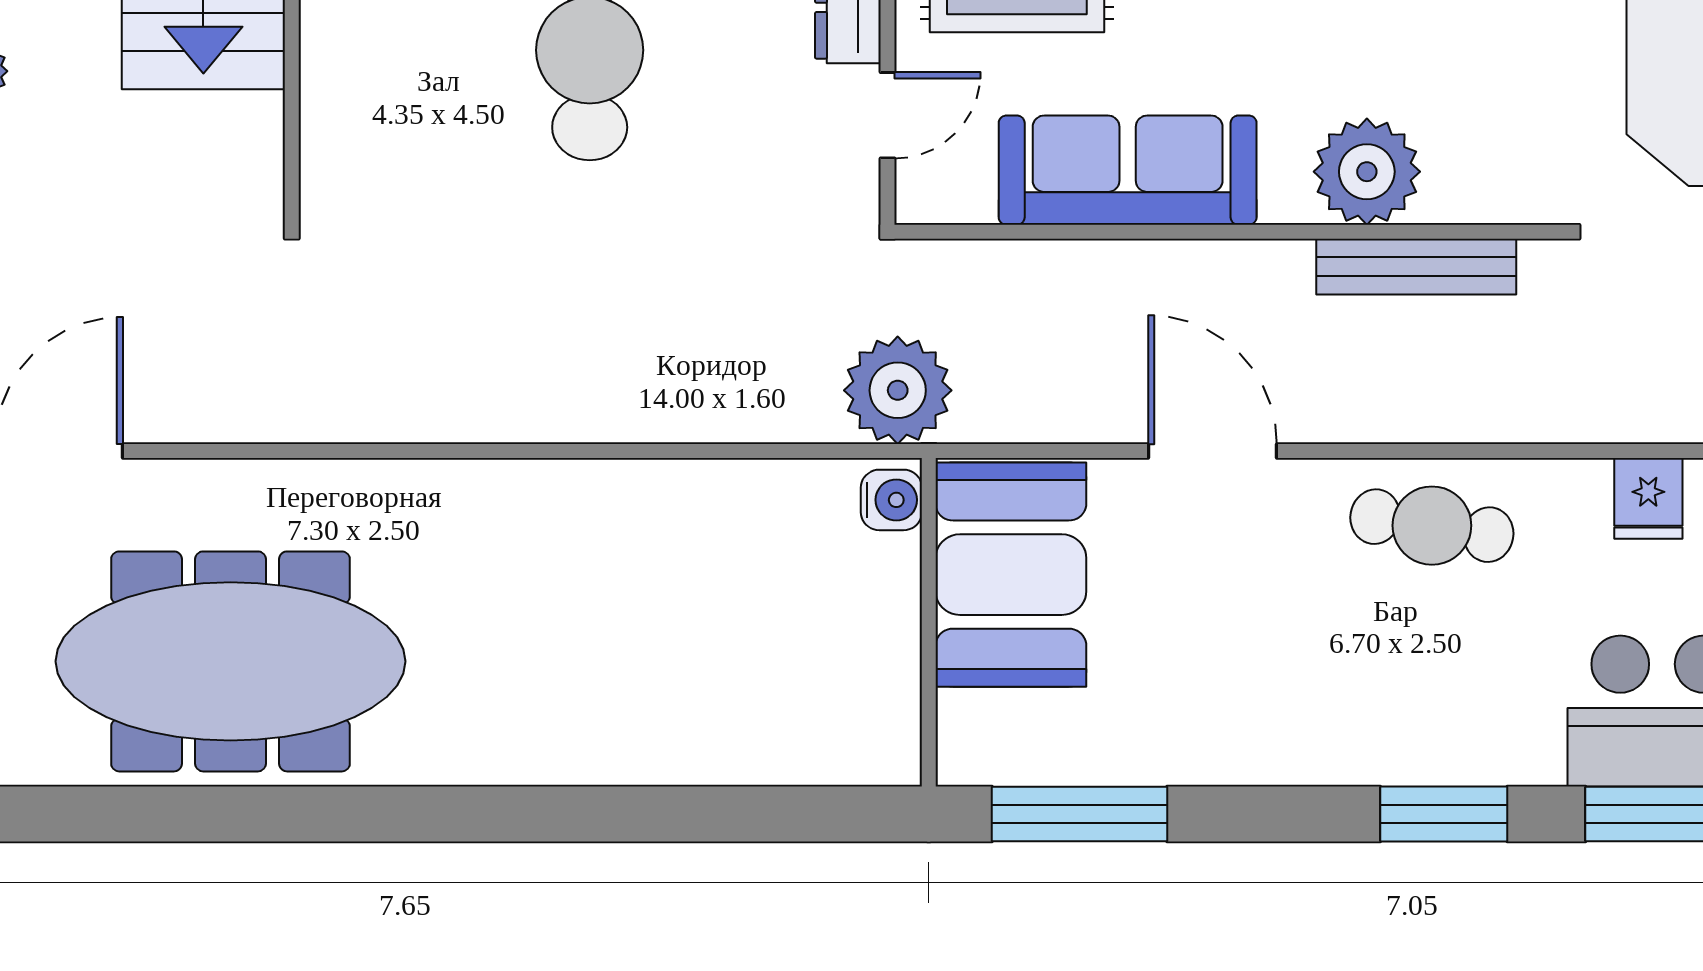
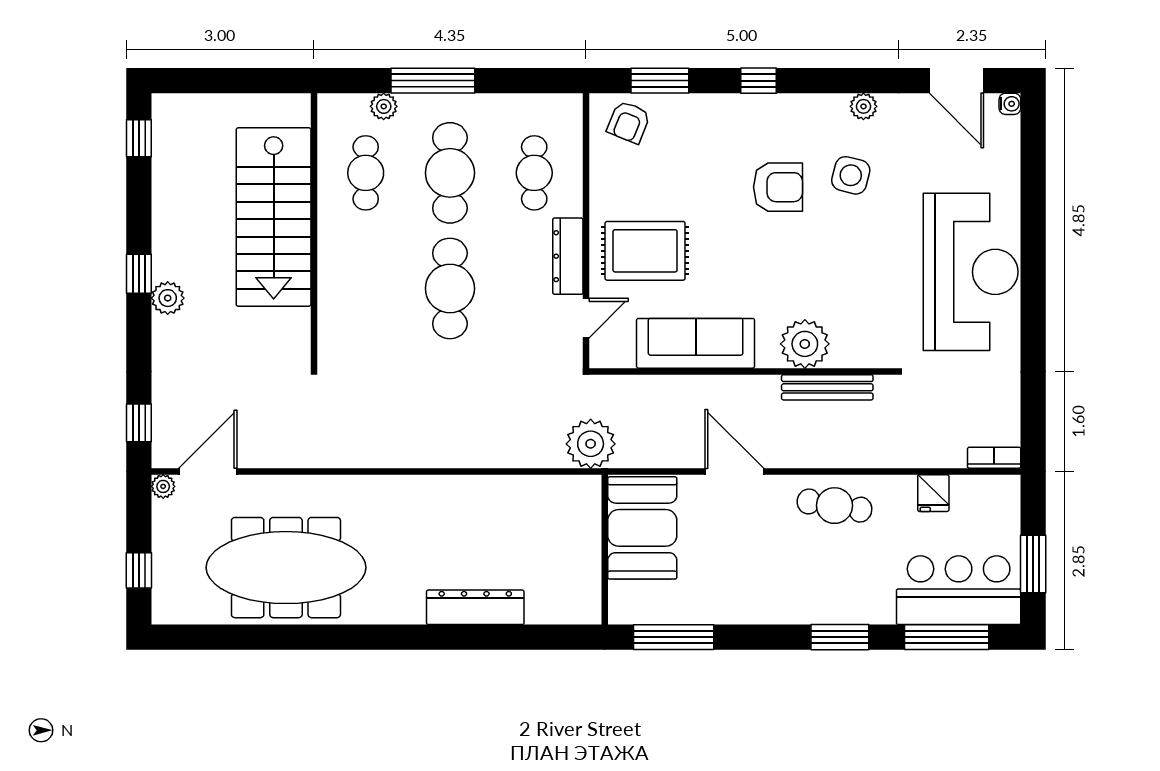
water cooler: (891, 500) -> (588, 494), removed
dresser: (645, 748) -> (475, 607), added

